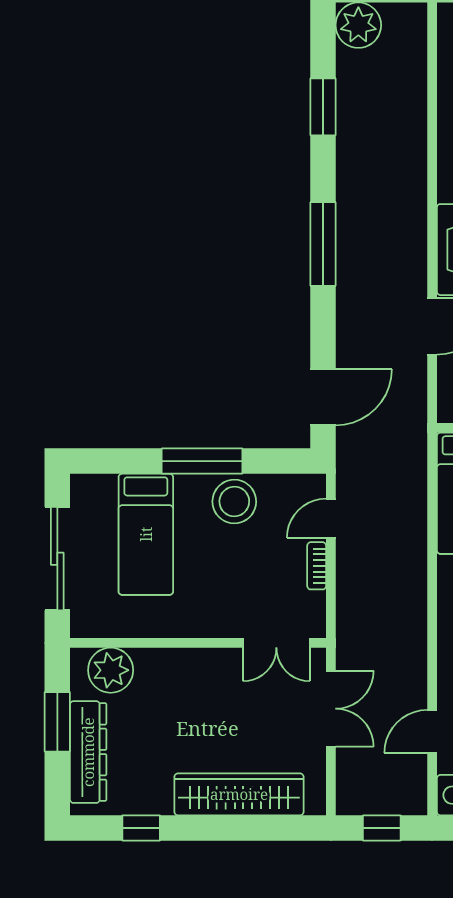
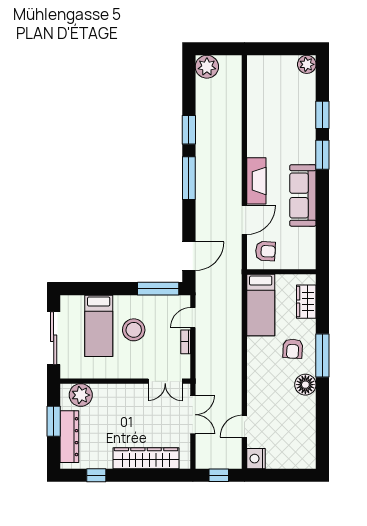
window: (323, 107) -> (189, 130), moved
window: (202, 461) -> (158, 289), moved
stool: (234, 501) -> (134, 330), moved

